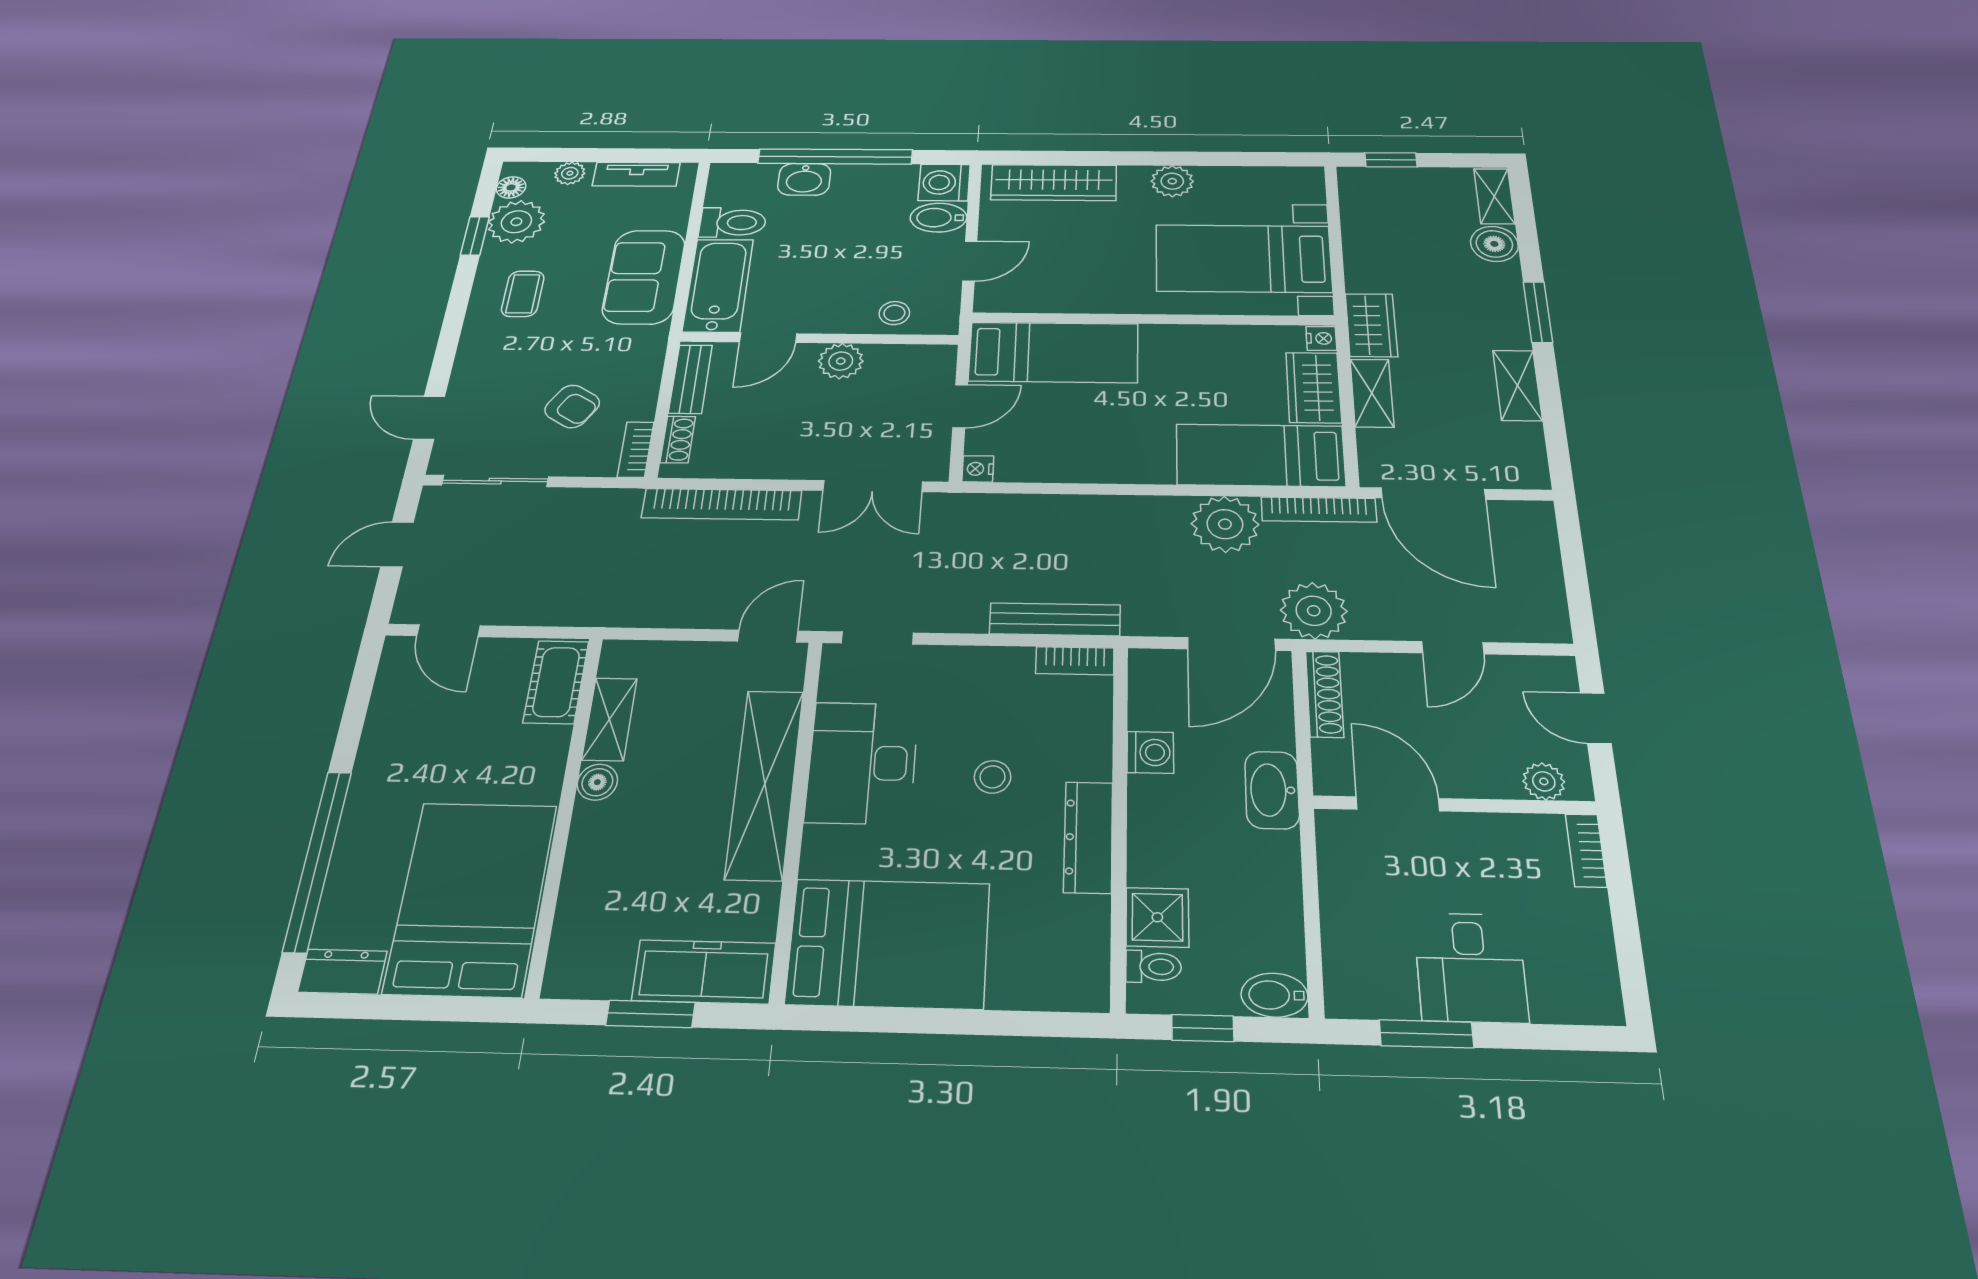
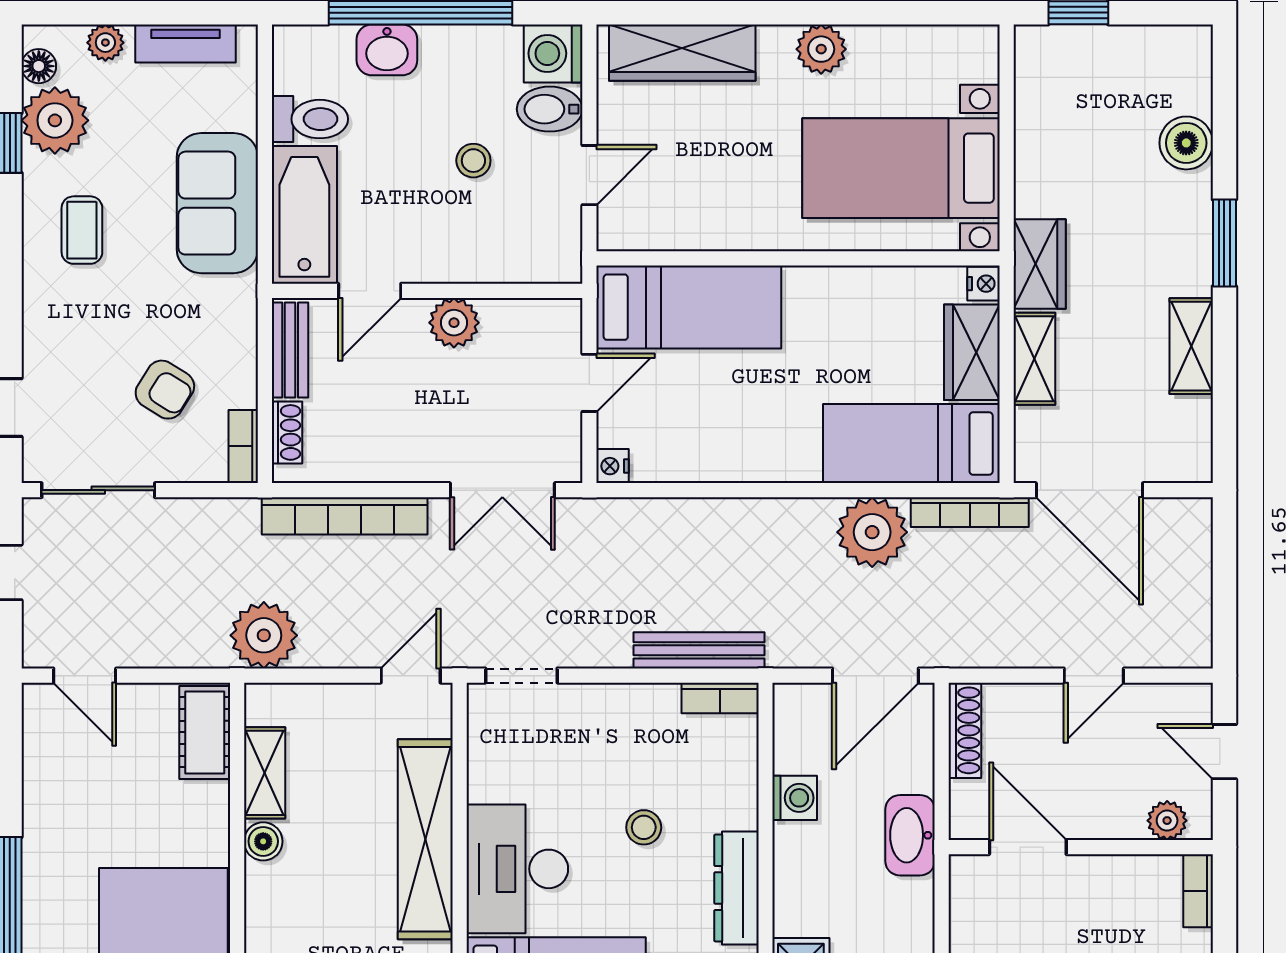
shelving: (1494, 196) -> (1193, 69), removed
stool: (894, 313) -> (473, 161), moved
plant: (1314, 611) -> (264, 635), moved
desk: (862, 763) -> (517, 869), moved

